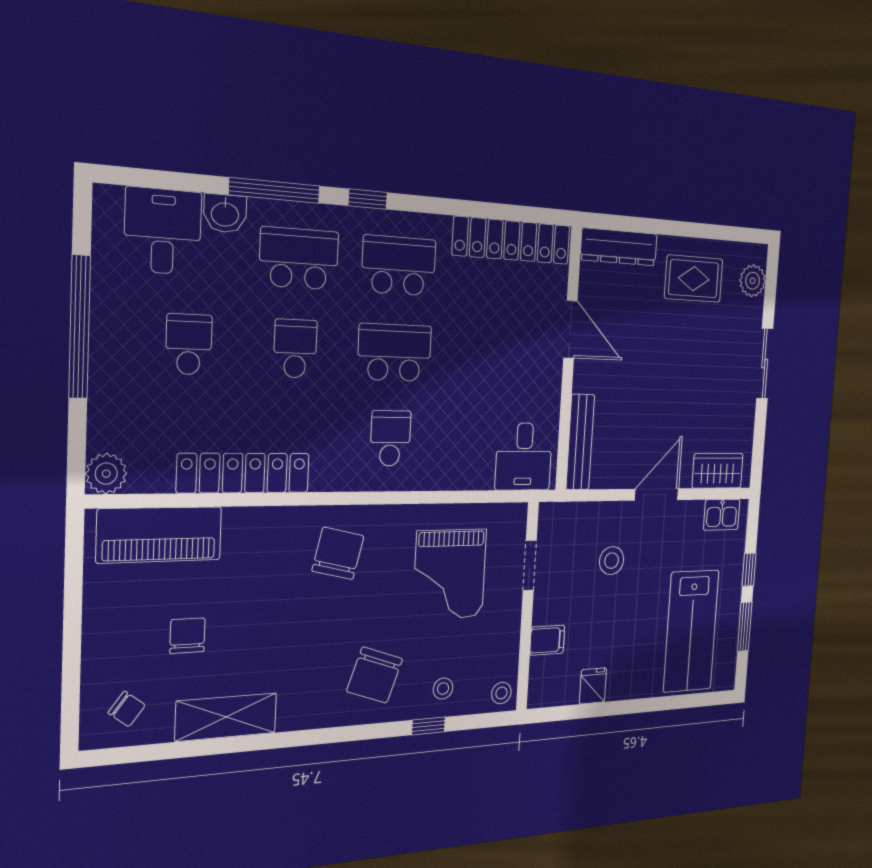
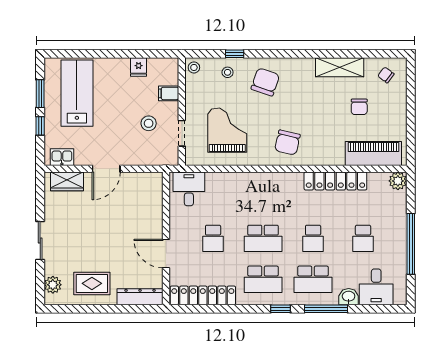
school desk: (390, 438) -> (213, 238), moved
bench: (580, 442) -> (156, 196), removed
stool: (612, 561) -> (149, 123), moved

